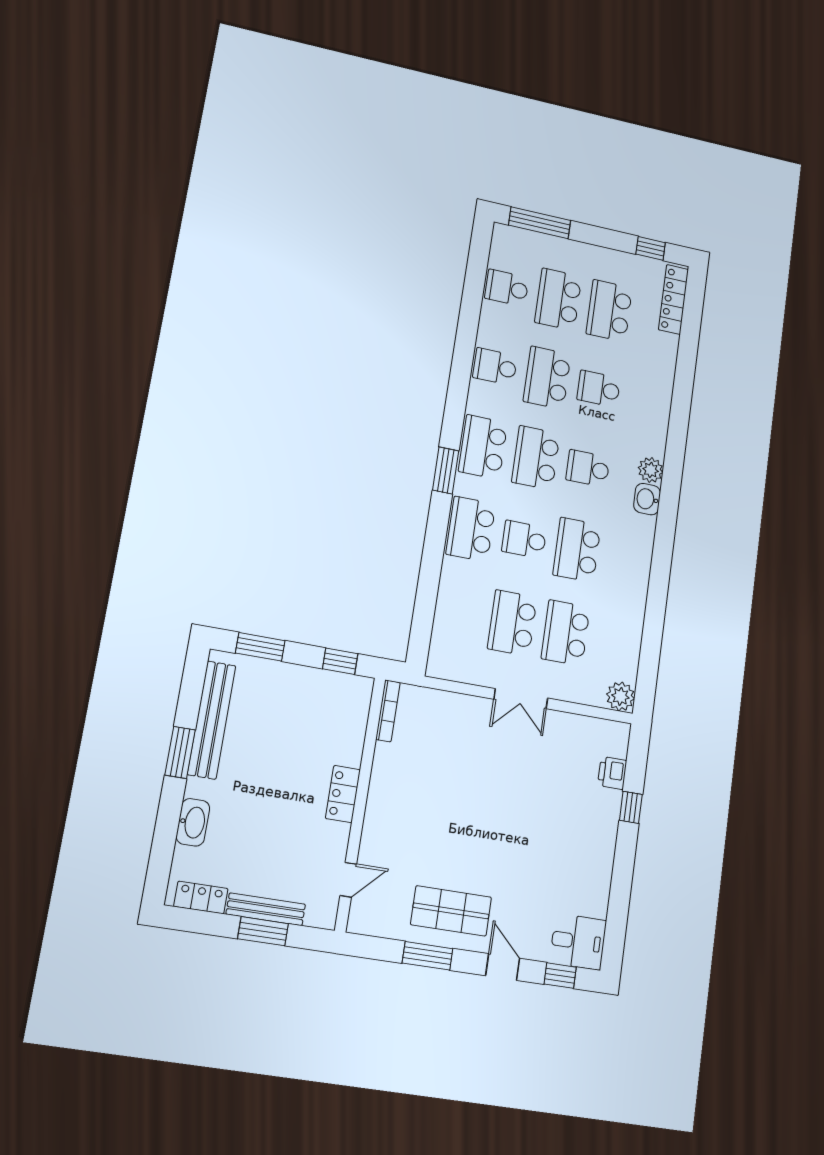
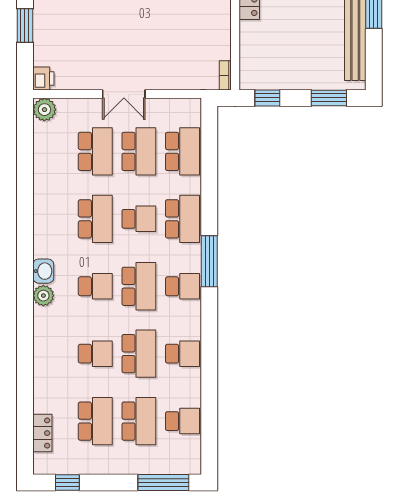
locker: (674, 299) -> (42, 433), width x0.66
school desk: (483, 447) -> (182, 286), width x0.54
window: (446, 470) -> (209, 261), width x1.44
school desk: (458, 613) -> (182, 151), added
double door: (521, 699) -> (124, 94), swing flipped
bookcase: (388, 711) -> (225, 75), width x0.64
printer: (612, 773) -> (43, 78), moved
window: (631, 807) -> (25, 26), width x1.50

